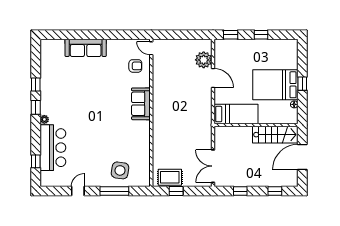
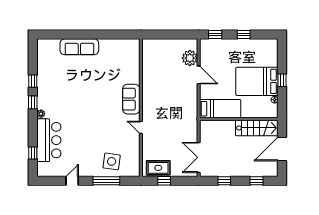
door: (151, 48) -> (141, 127), moved
armchair: (135, 66) -> (126, 64), removed

